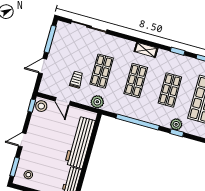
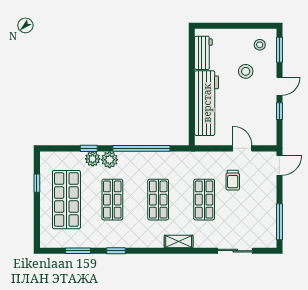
sliding door: (89, 27) -> (235, 251), width x0.73
shelving: (146, 50) -> (179, 241), moved
door: (43, 66) -> (279, 165), moved
plant: (97, 102) -> (110, 160), moved
window: (32, 106) -> (279, 111), moved
stool: (41, 106) -> (246, 71), moved

